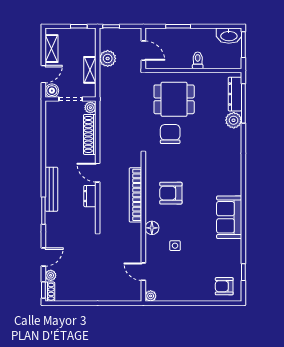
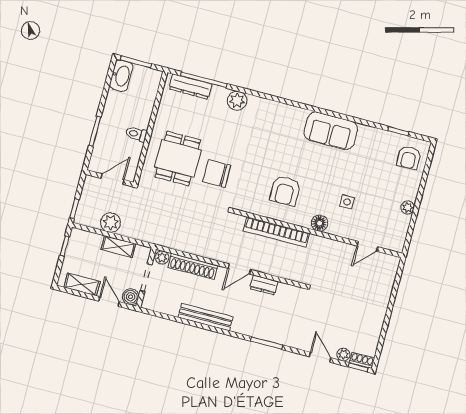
toilet: (198, 60) -> (136, 134), moved
plant: (234, 120) -> (237, 101), moved
bench: (51, 189) -> (205, 317), moved
plant: (151, 296) -> (408, 207), moved

